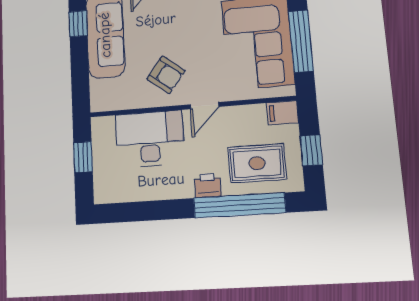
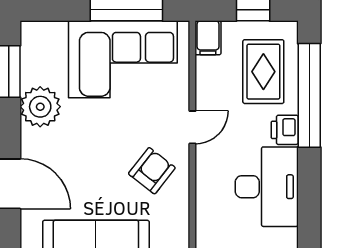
door: (204, 106) -> (192, 127), hinge flipped
desk: (150, 139) -> (267, 187), moved, turned 180

